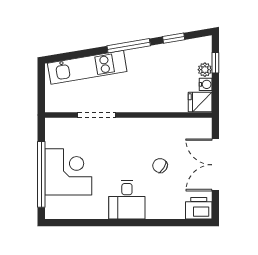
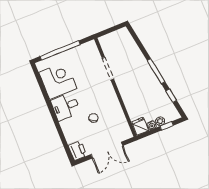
kitchen unit: (87, 67) -> (134, 52), removed
double door: (215, 165) -> (107, 150), swing flipped
corner desk: (68, 172) -> (58, 81), moved, turned -90

